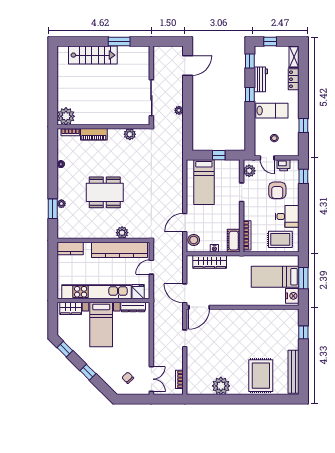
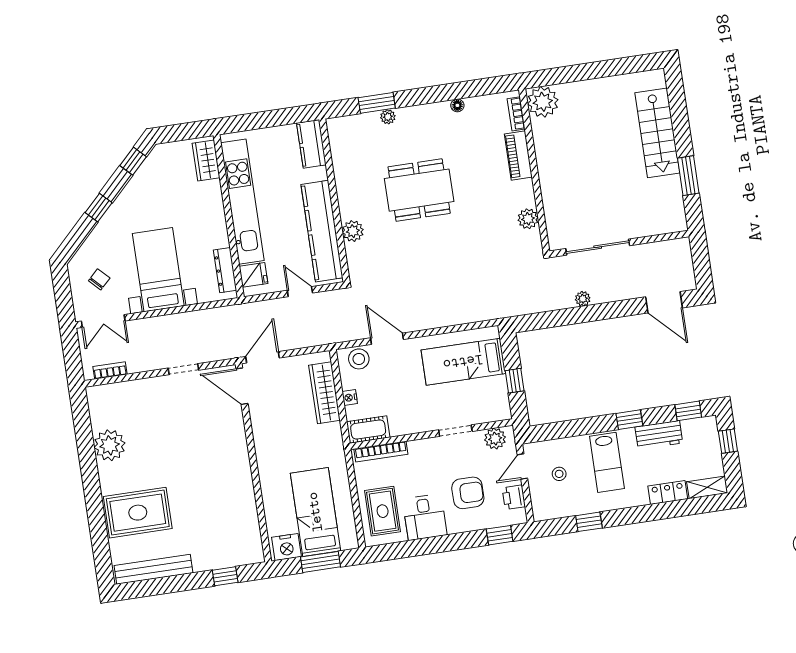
armchair: (277, 190) -> (468, 493), turned 180
dining table: (105, 192) -> (419, 190), turned 90
bed with nightstands: (101, 325) -> (158, 270), moved, turned 90

